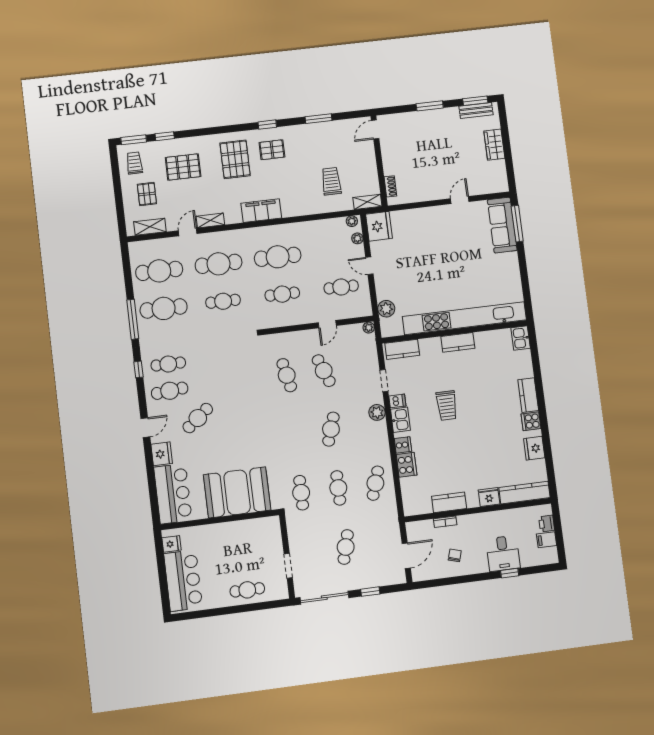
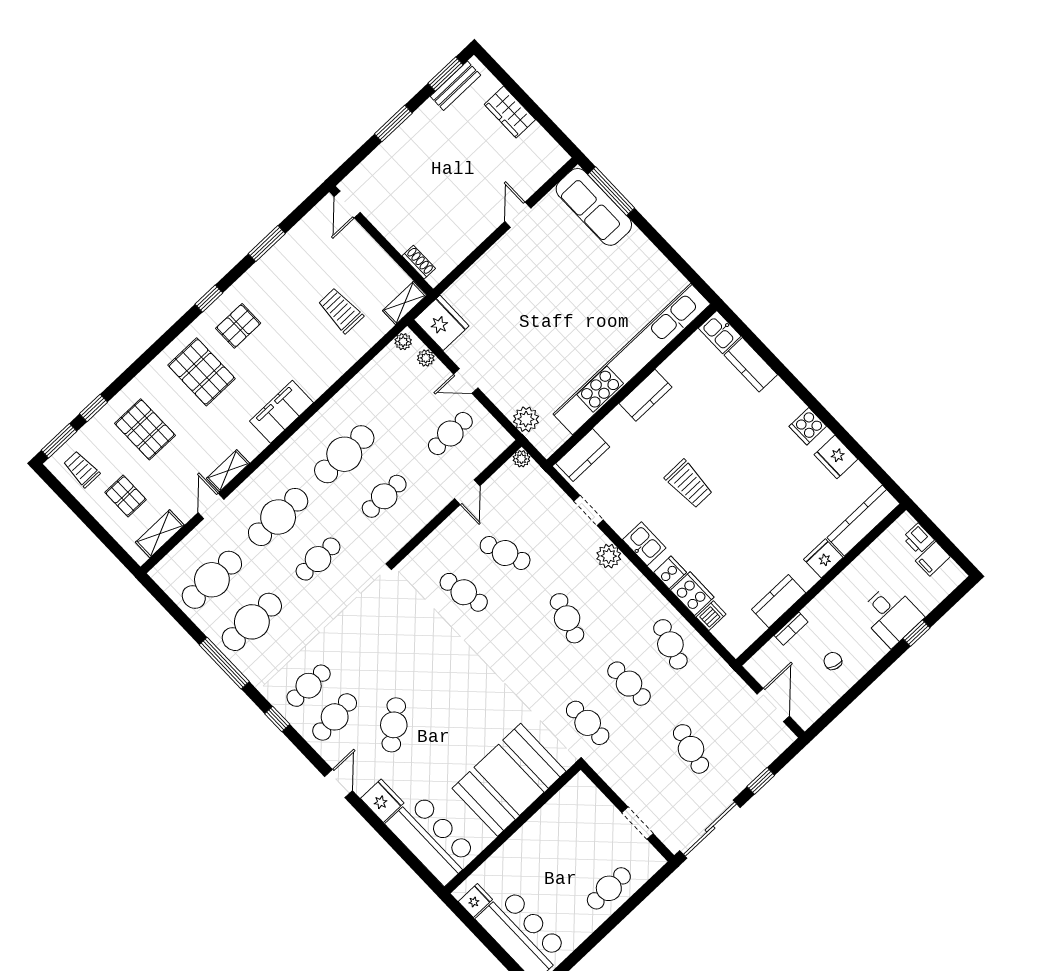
pallet: (183, 167) -> (145, 429), turned 90
kitchen counter: (528, 395) -> (751, 365), moved
dishwasher: (397, 401) -> (711, 616), moved

